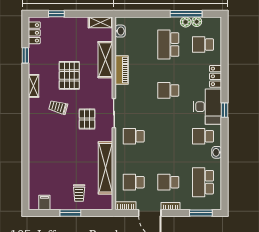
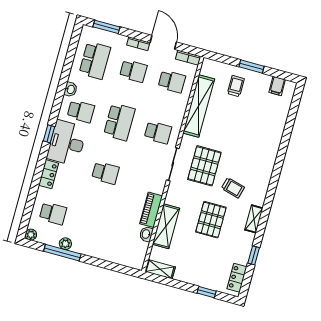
plant: (197, 22) -> (31, 235), moved
washbasin: (120, 31) -> (146, 234), moved
school desk: (168, 45) -> (119, 122), moved
pallet: (87, 119) -> (204, 166), width x1.50, depth x1.42

